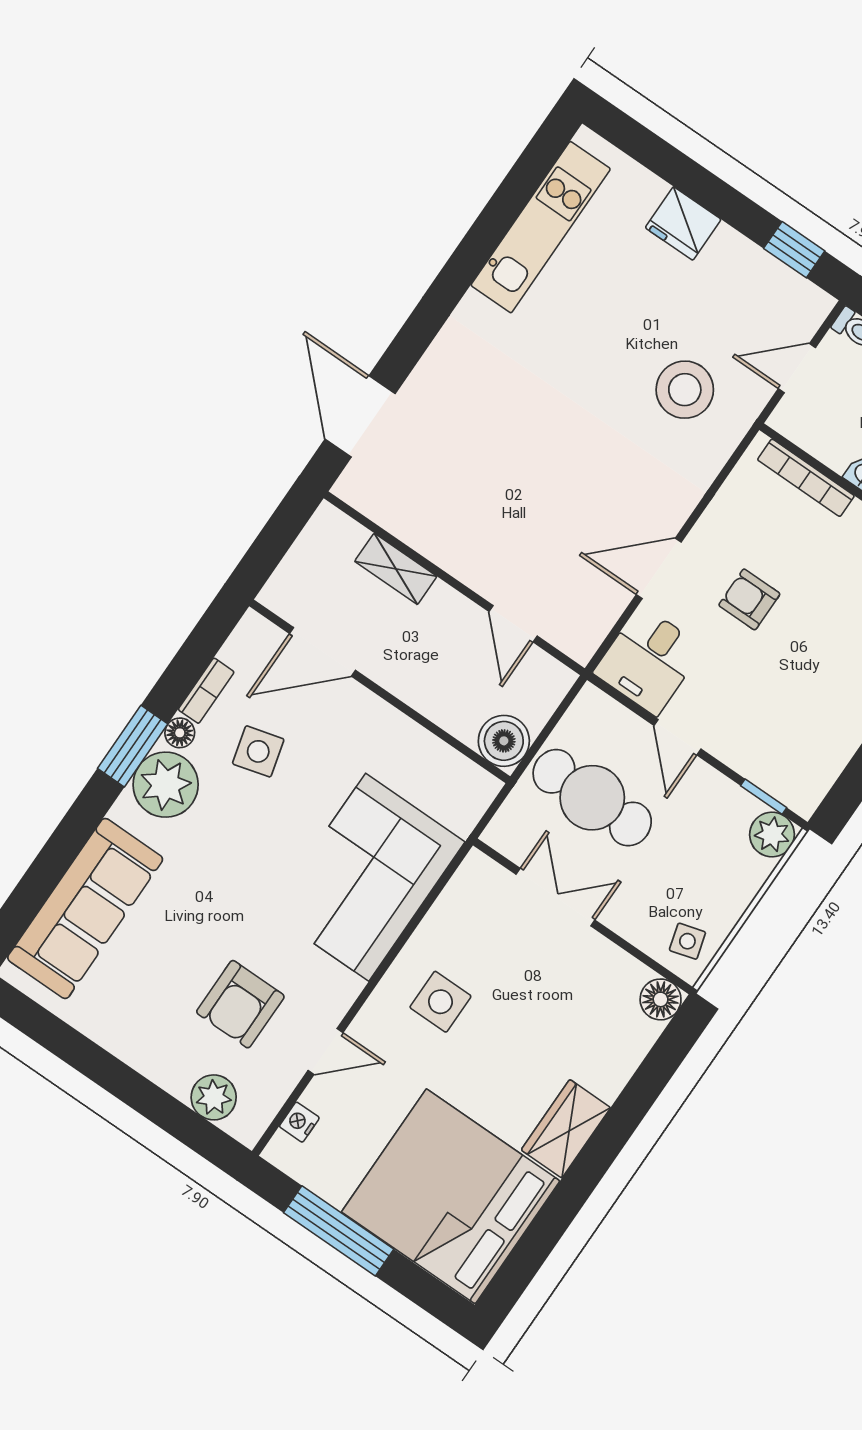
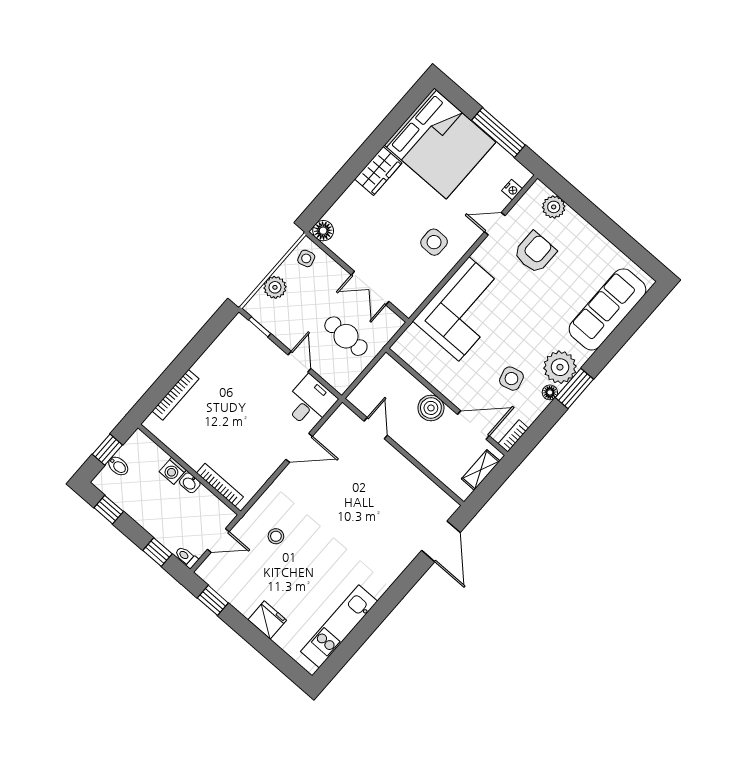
stool: (685, 390) -> (276, 536), width x0.53, depth x0.53
shelving: (396, 569) -> (481, 470), moved, turned 90
armchair: (749, 599) -> (255, 427), removed
bookcase: (206, 691) -> (513, 436), moved
boiler: (504, 741) -> (431, 408), moved
cafe table: (592, 798) -> (346, 336), width x0.73, depth x0.74
plant: (772, 834) -> (275, 287), moved

